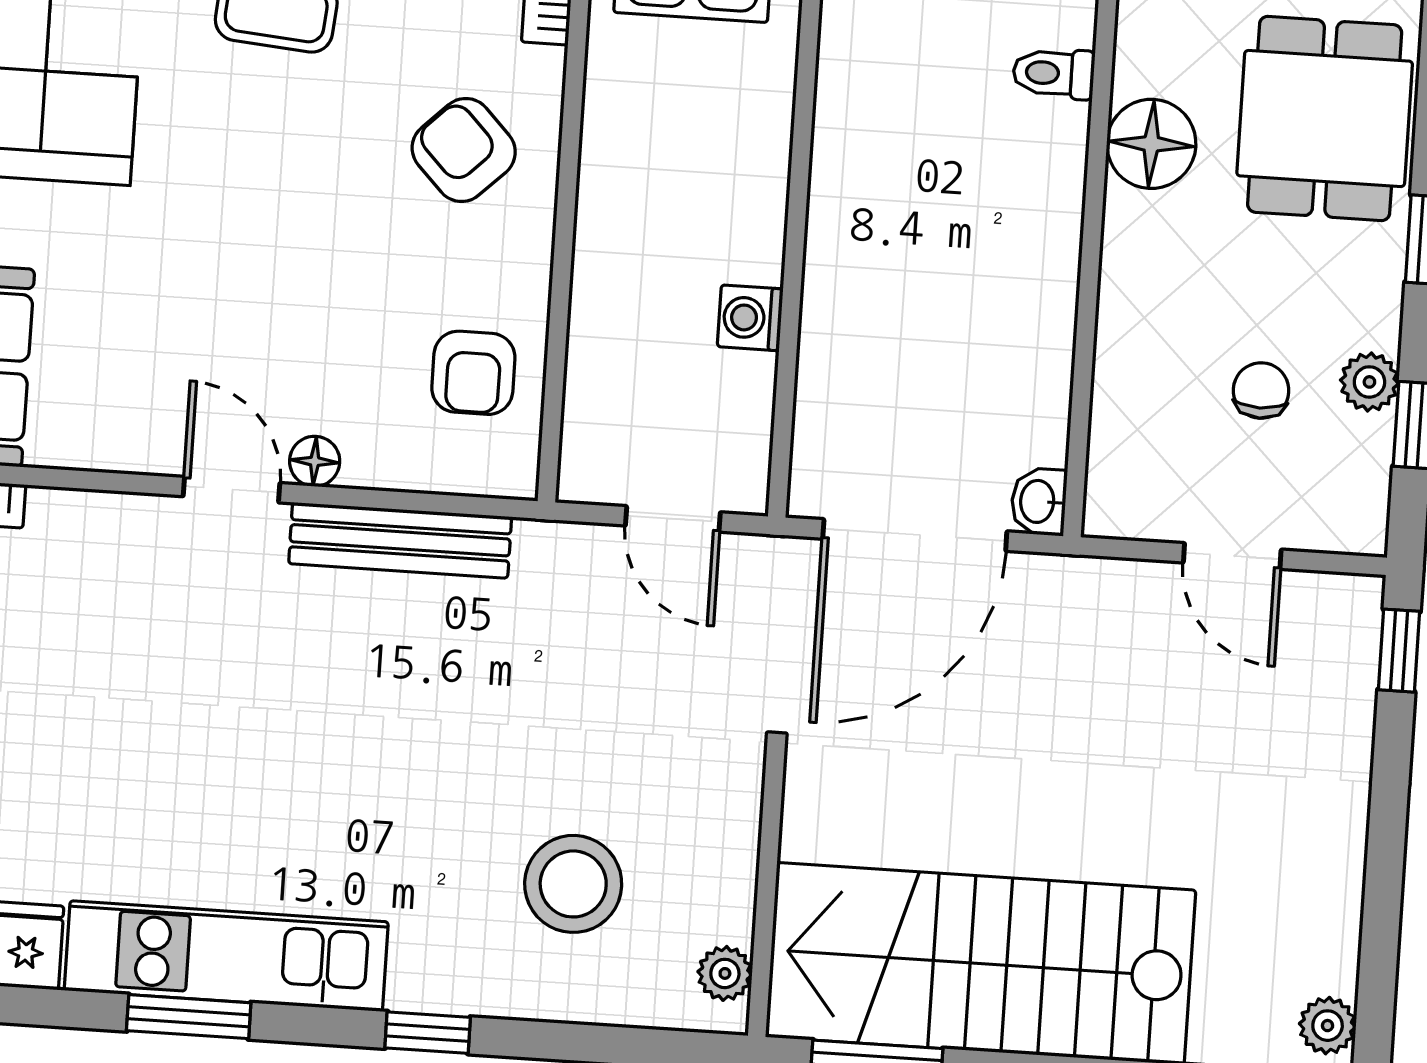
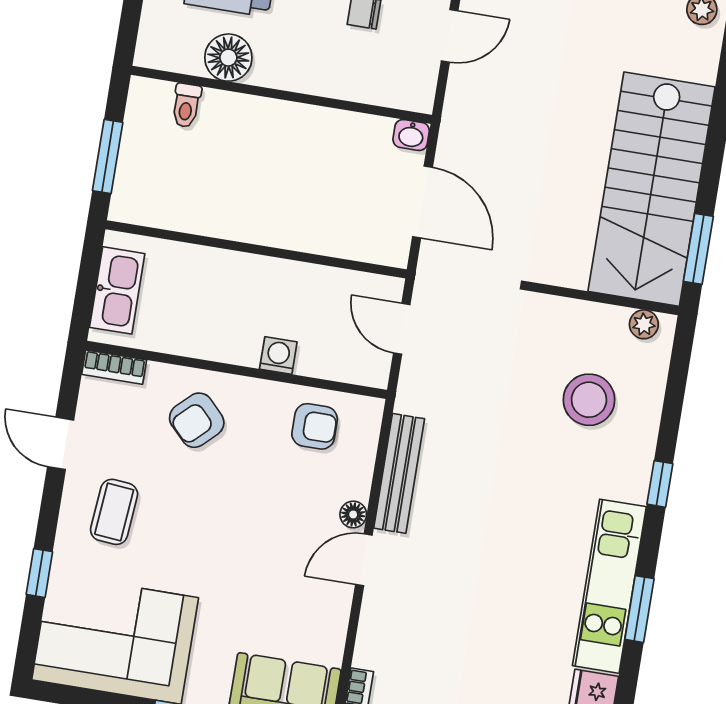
washing machine: (750, 318) -> (278, 356), moved, turned 180
door: (673, 519) -> (402, 329), swing flipped
door: (915, 535) -> (422, 202), width x0.73

